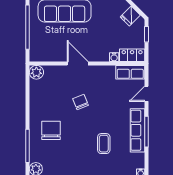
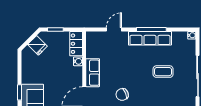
row of seats: (130, 72) -> (93, 73), moved
door: (146, 94) -> (114, 30), swing flipped

